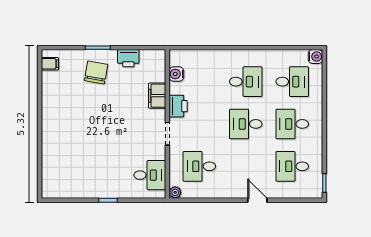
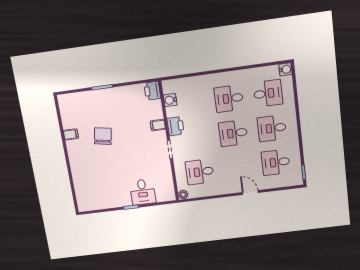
printer: (128, 58) -> (152, 91), moved, turned 90
filing cabinet: (50, 64) -> (71, 134), moved
chair: (96, 72) -> (103, 136), moved
desk: (246, 82) -> (229, 99), turned 180
filing cabinet: (157, 96) -> (158, 125), width x0.50
desk: (150, 175) -> (143, 192), moved, turned 90

